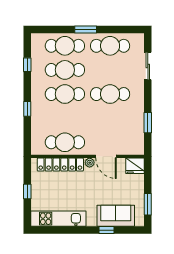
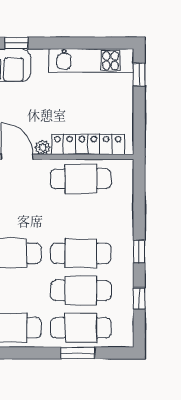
window: (86, 29) -> (78, 353), moved
window: (27, 109) -> (139, 252), moved
window: (27, 192) -> (139, 75), moved

